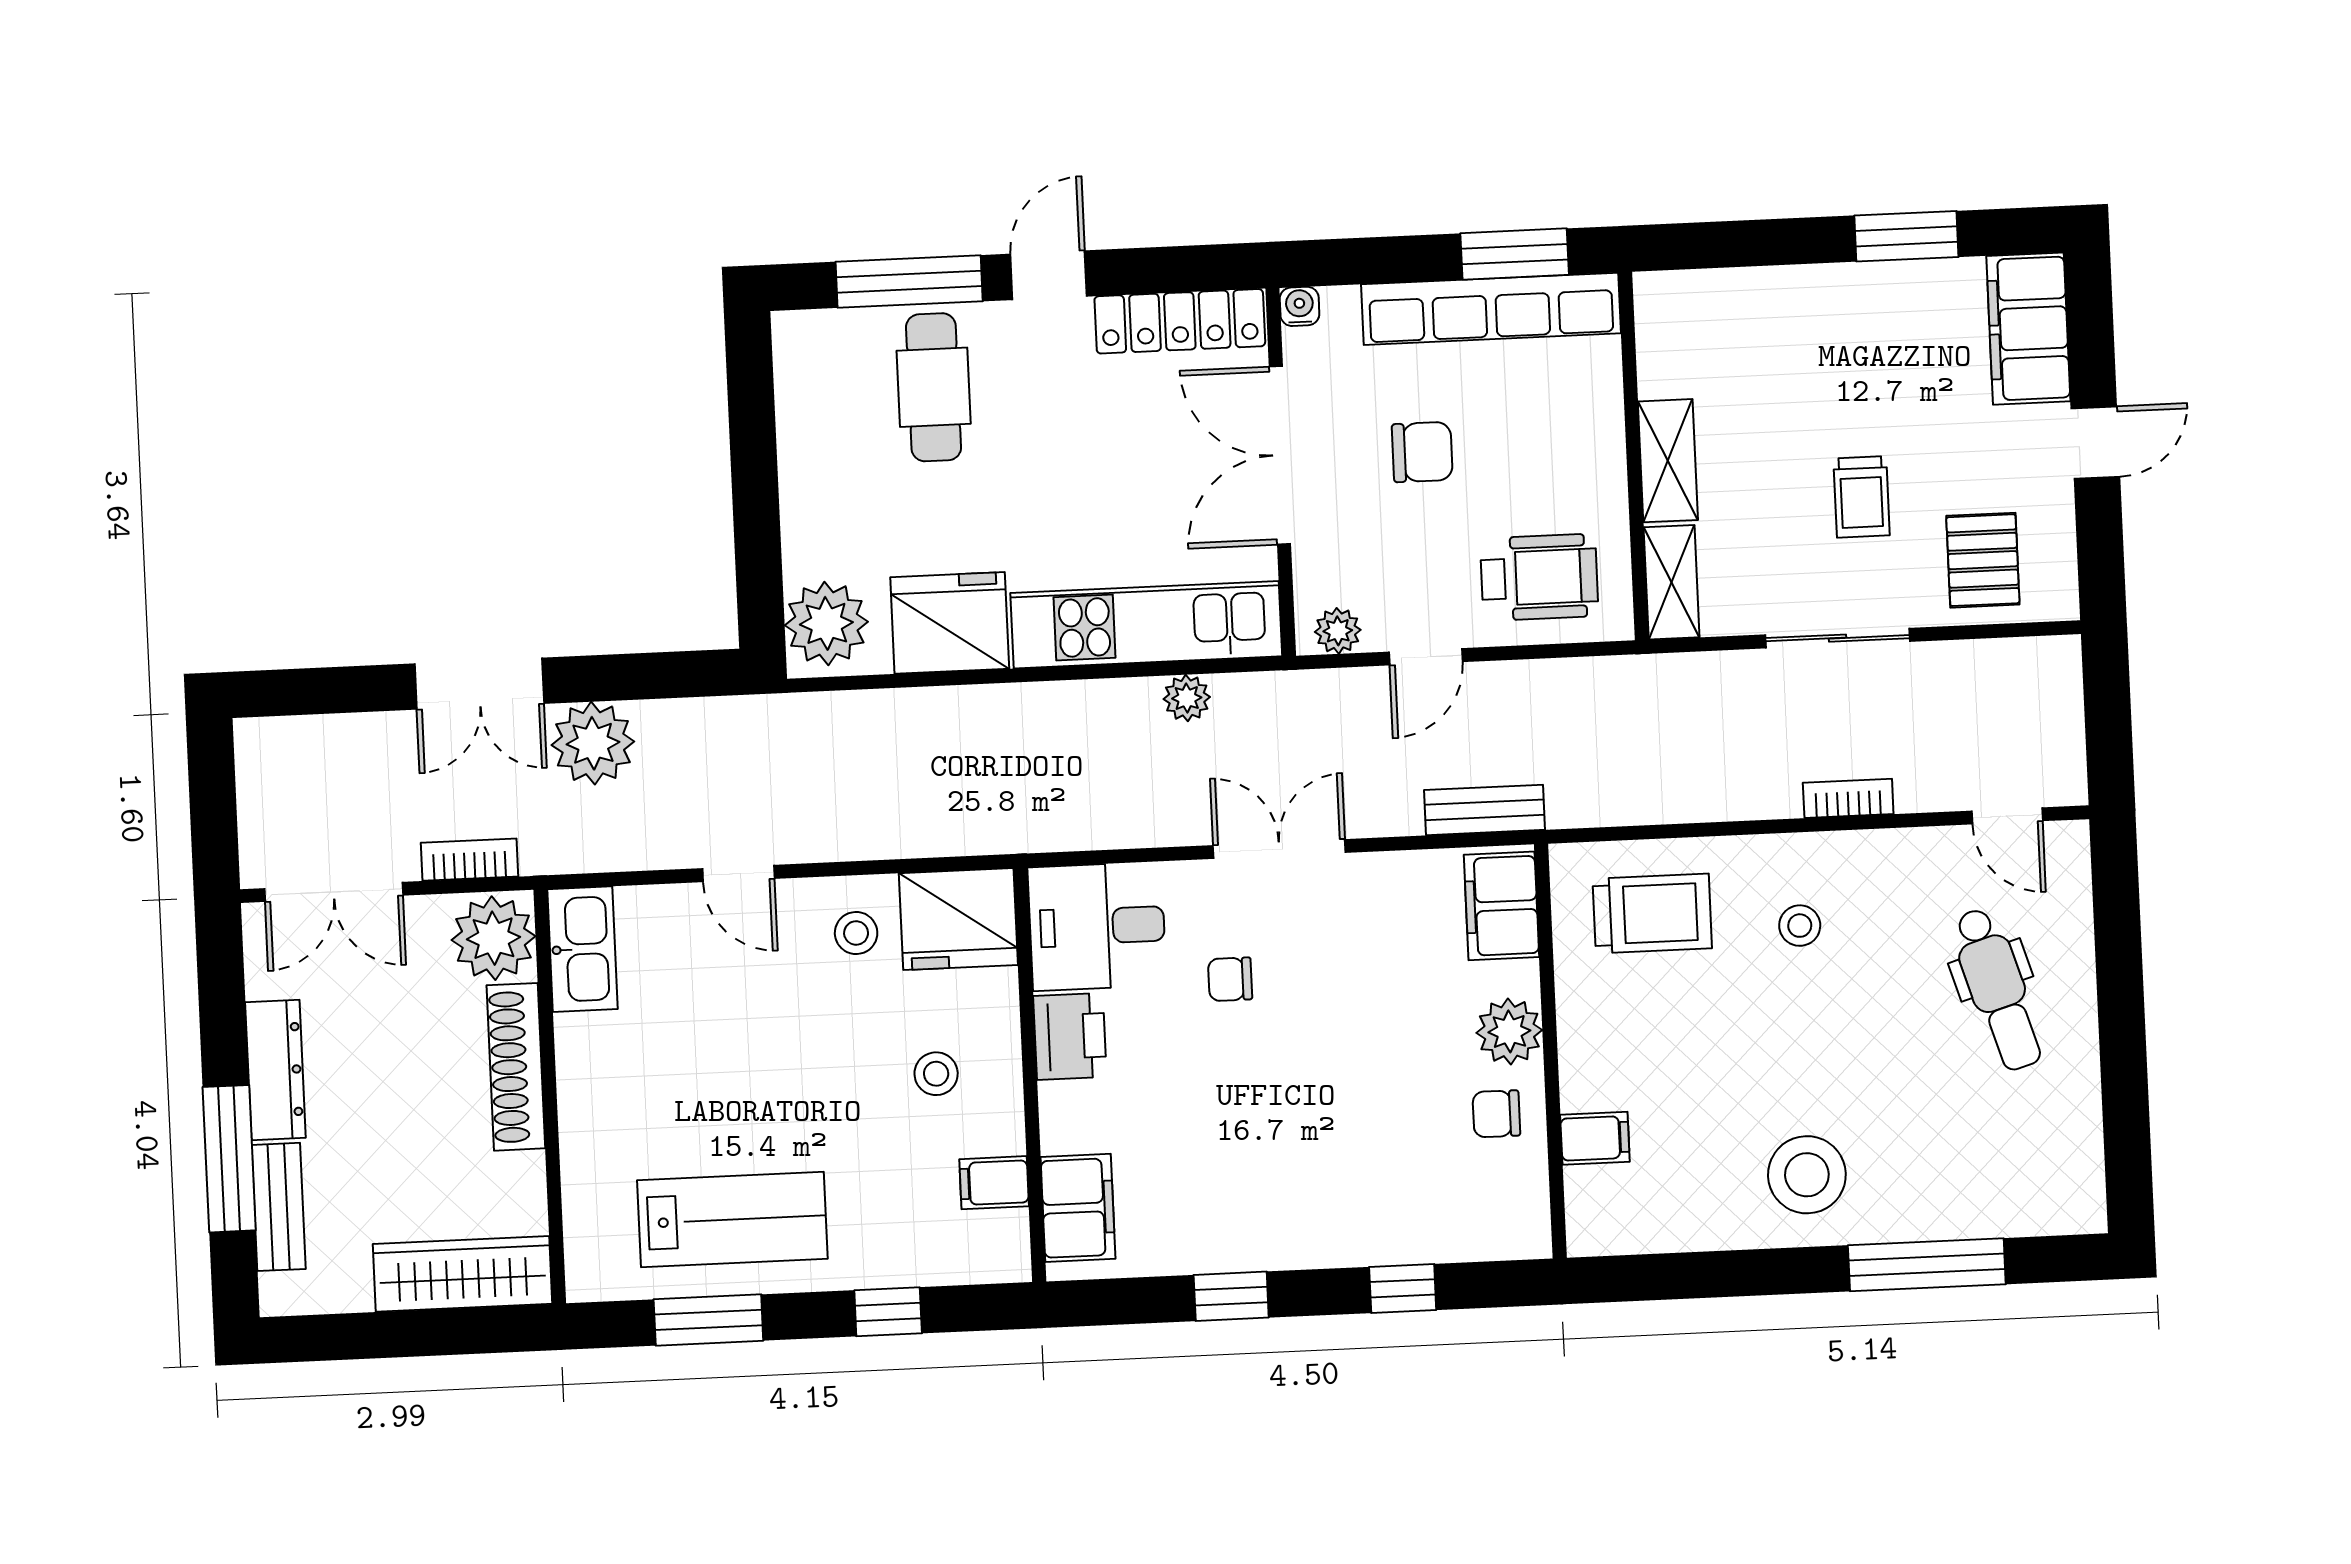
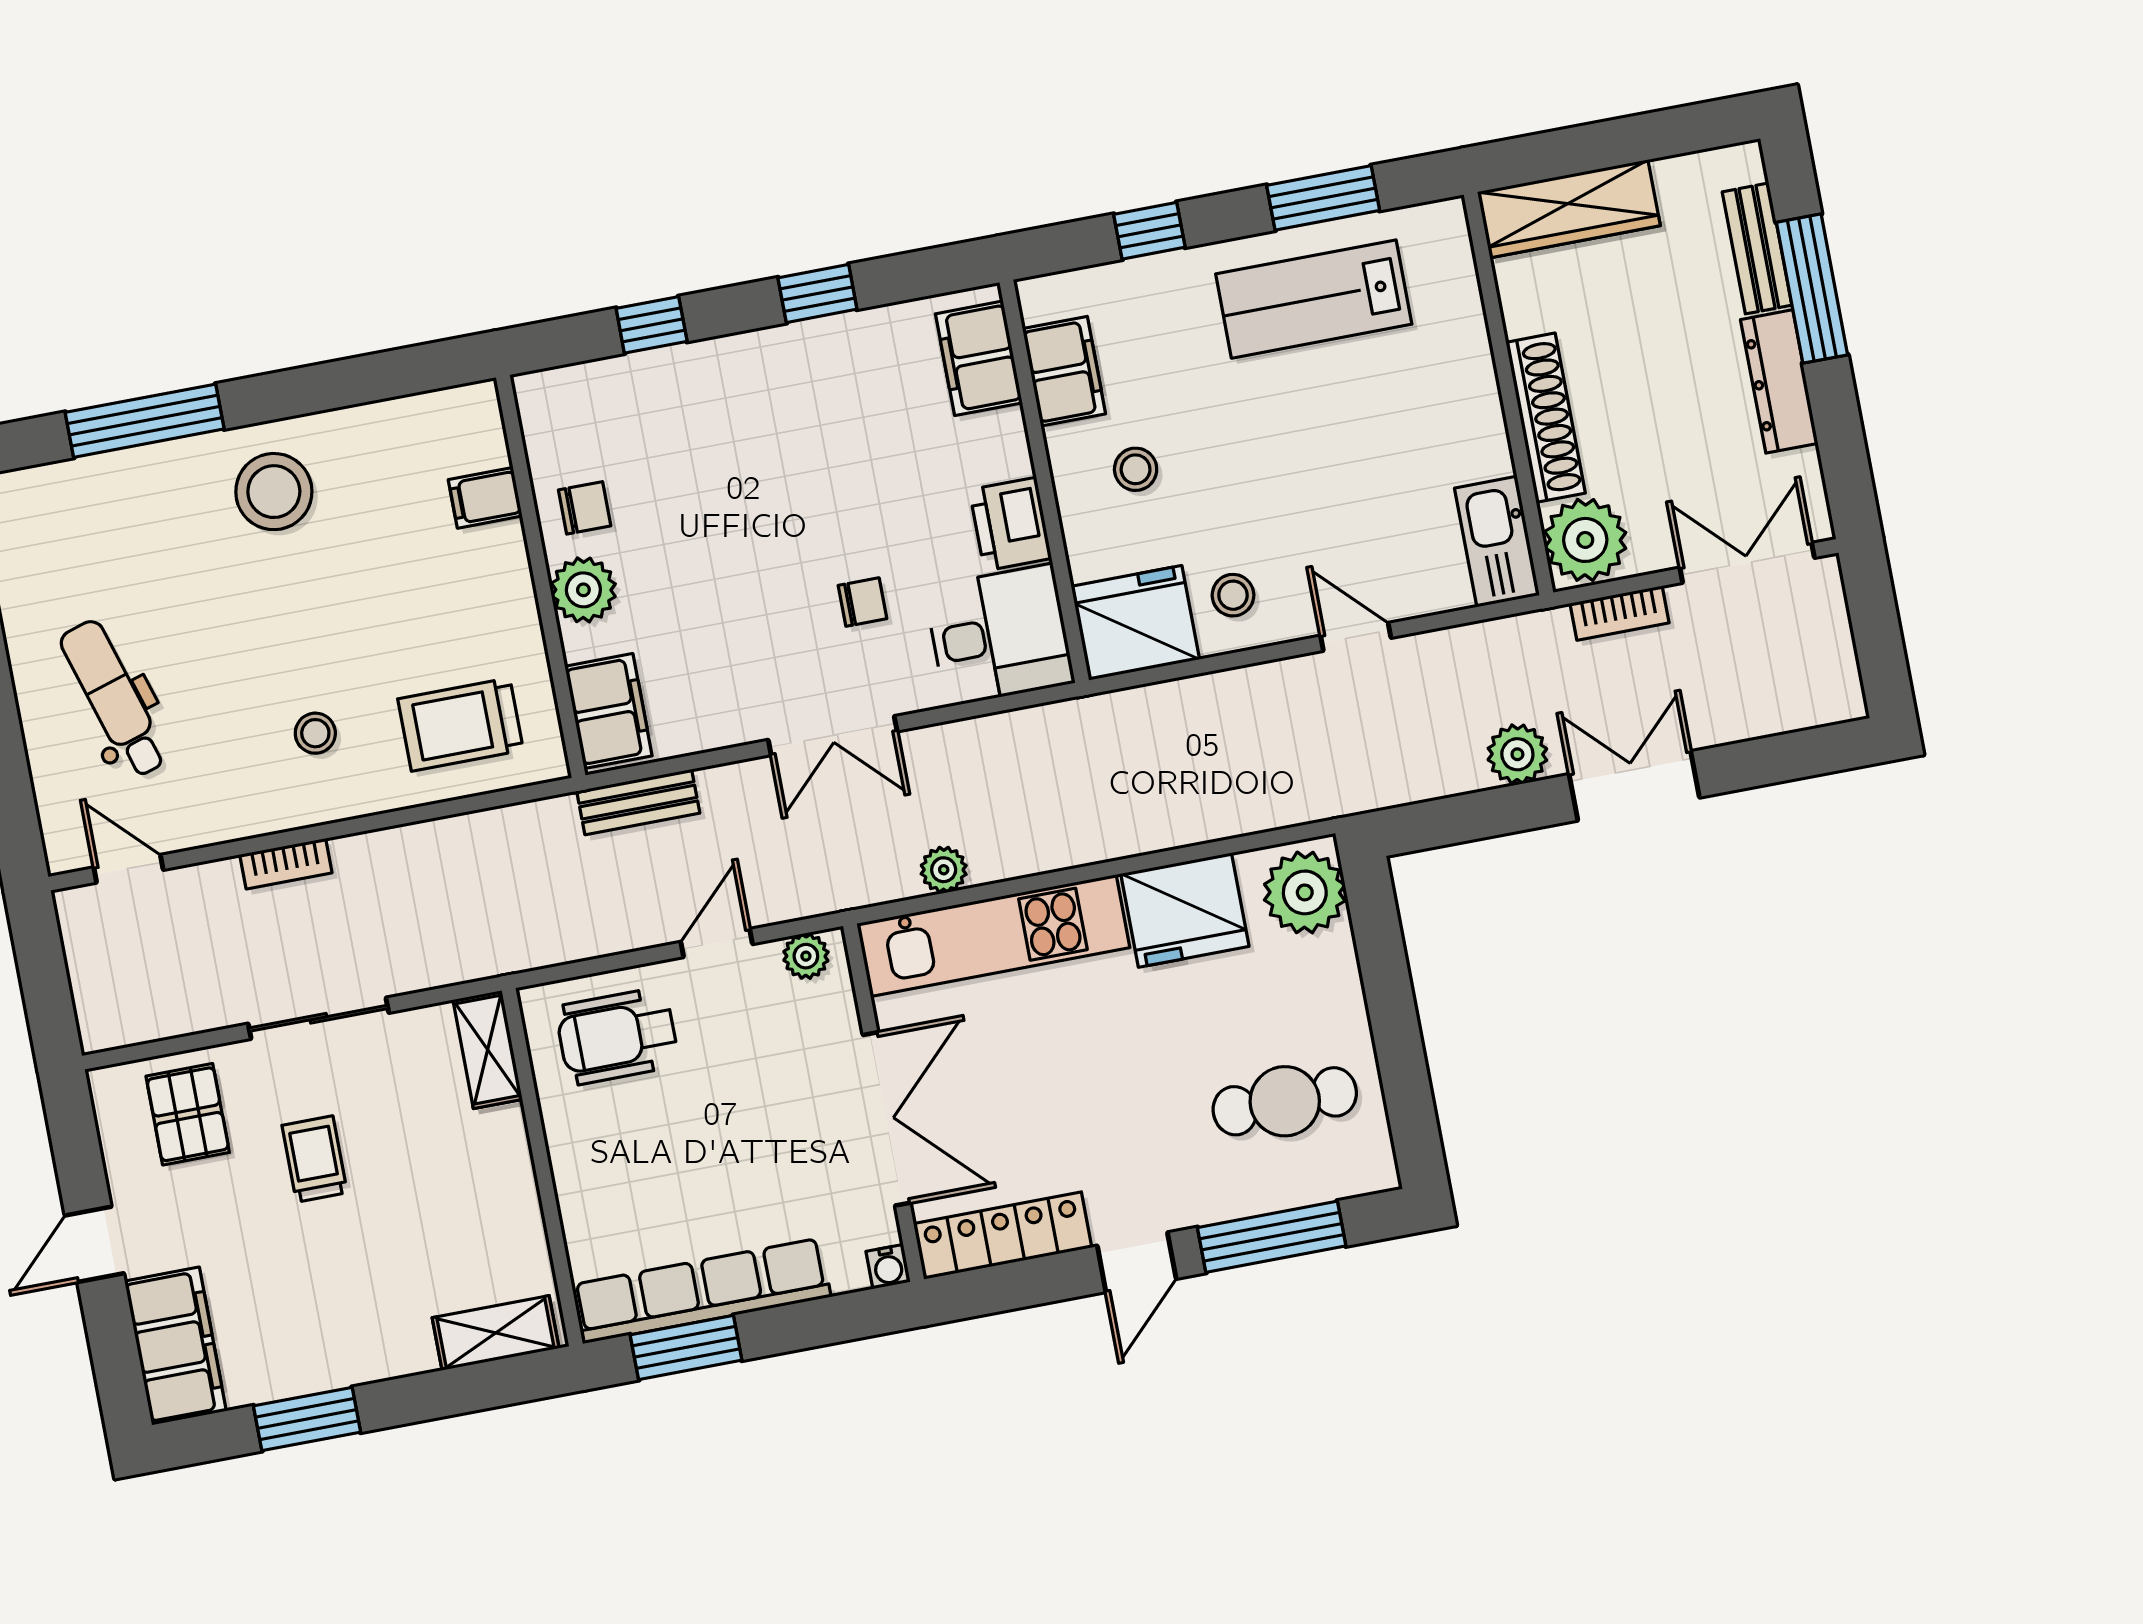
cafe table: (934, 387) -> (1285, 1101), moved, turned 90
chair: (1422, 452) -> (748, 1142), removed
shelving: (1668, 461) -> (496, 1333), moved, turned 90
plant: (593, 743) -> (1517, 754), width x0.73, depth x0.73
filing cabinet: (994, 1183) -> (1064, 371), width x2.00

